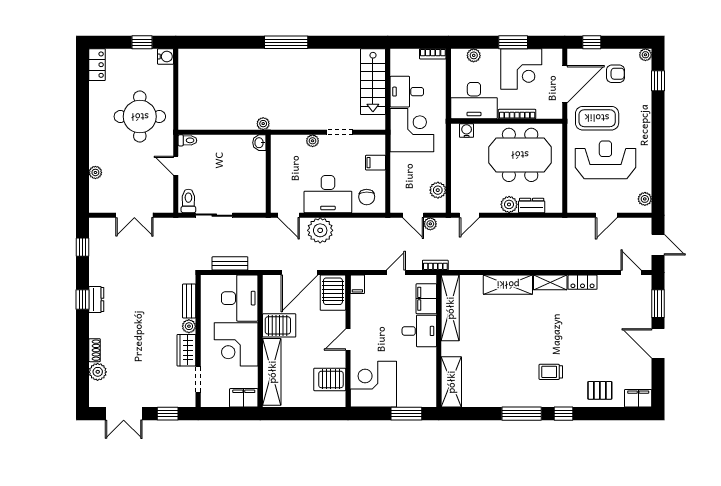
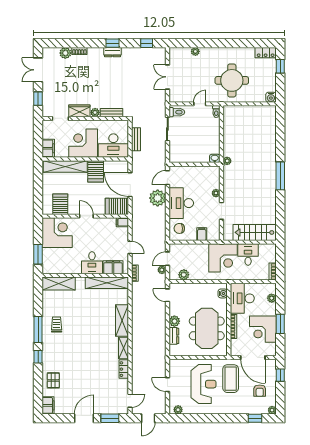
window: (142, 42) -> (280, 66), moved
trolley: (551, 372) -> (57, 324), moved

